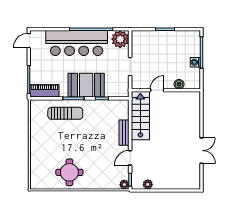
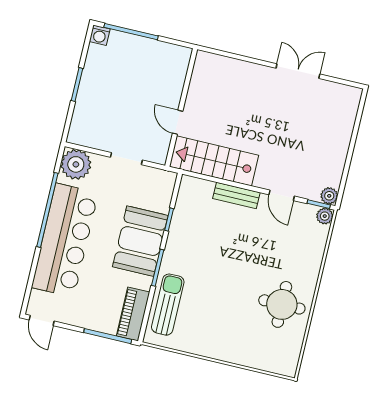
washing machine: (195, 62) -> (100, 35), moved
boiler: (179, 84) -> (176, 83), removed
sun lounger: (65, 113) -> (168, 305), moved
plant: (148, 184) -> (329, 196), moved

